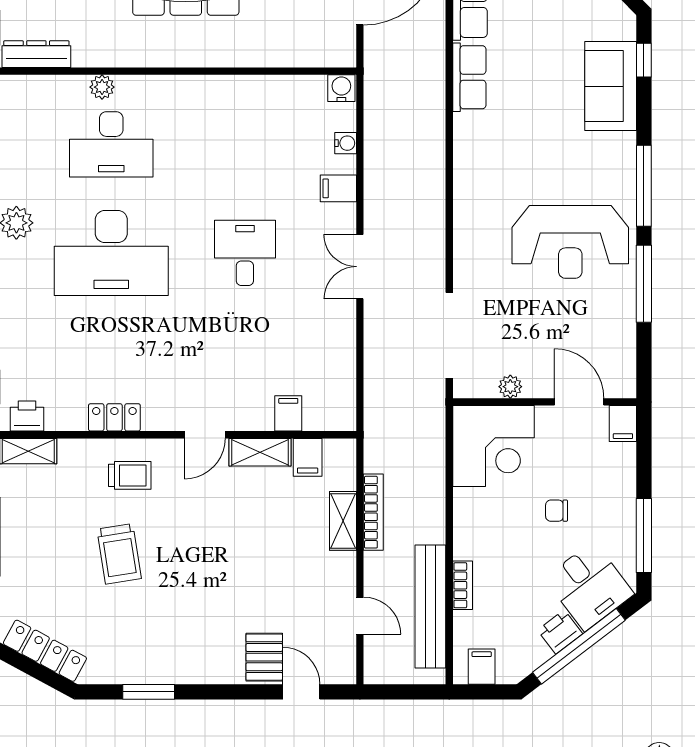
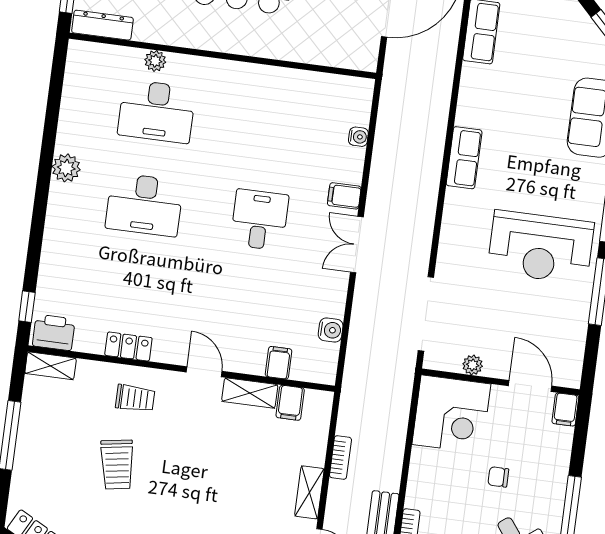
row of seats: (469, 77) -> (464, 158), moved
water cooler: (341, 88) -> (331, 330), moved, turned 90
filing cabinet: (338, 188) -> (344, 196), moved
desk: (111, 253) -> (144, 205), width x0.73, depth x0.77
printer: (27, 416) -> (54, 332), width x1.36, depth x1.24
door: (205, 435) -> (204, 372), swing flipped
bookcase: (373, 512) -> (340, 457), width x0.64
shelving: (343, 521) -> (309, 492), moved

